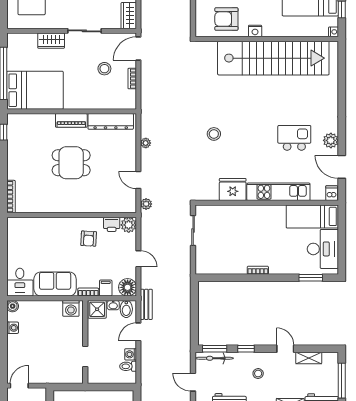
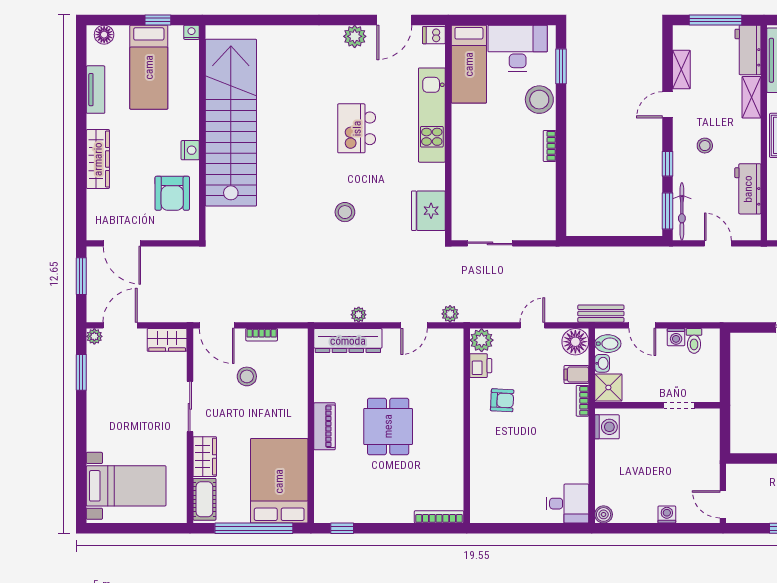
cot: (23, 40) -> (204, 499), added
dresser: (111, 121) -> (348, 341), moved, turned 90
kitchen island: (294, 138) -> (357, 128), moved
fridge: (233, 189) -> (428, 211), moved
stool: (289, 263) -> (539, 100), added
sofa: (55, 284) -> (570, 451), removed
washing machine: (13, 328) -> (667, 514), moved
door: (193, 382) -> (718, 243), swing flipped

